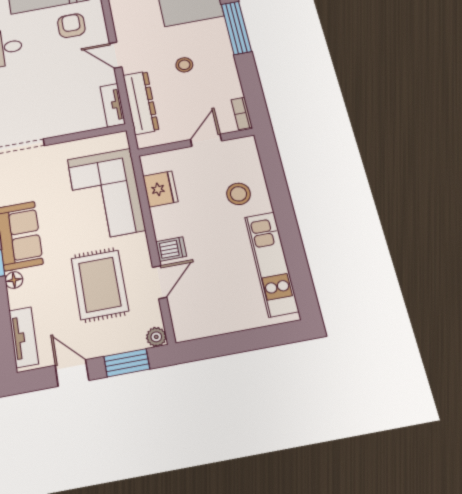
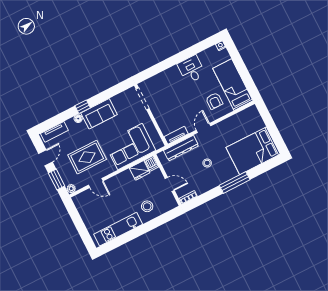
armchair: (71, 26) -> (214, 101), turned 90
dishwasher: (171, 249) -> (152, 163), moved

